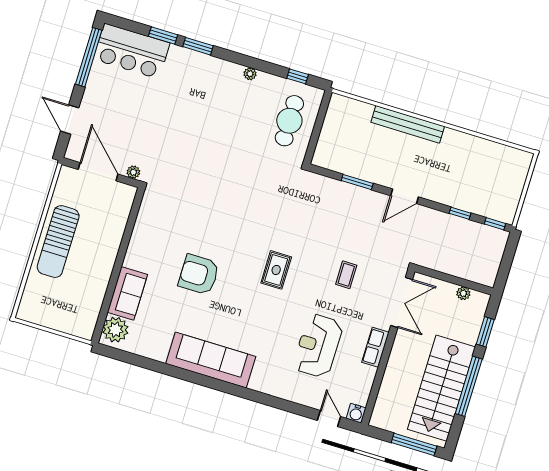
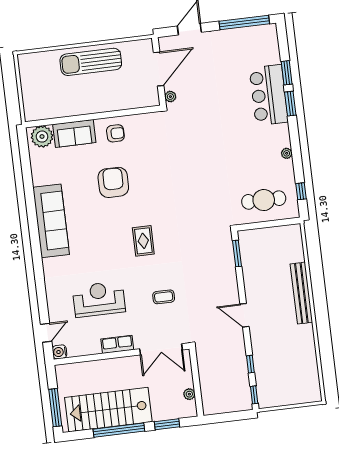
bar counter: (132, 51) -> (269, 95), moved
window: (357, 182) -> (237, 254), moved
armchair: (147, 249) -> (115, 133), added
rug: (276, 270) -> (143, 241), turned 90

